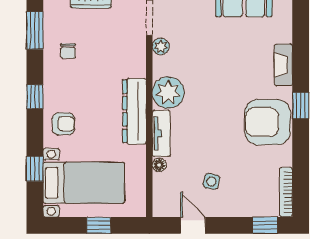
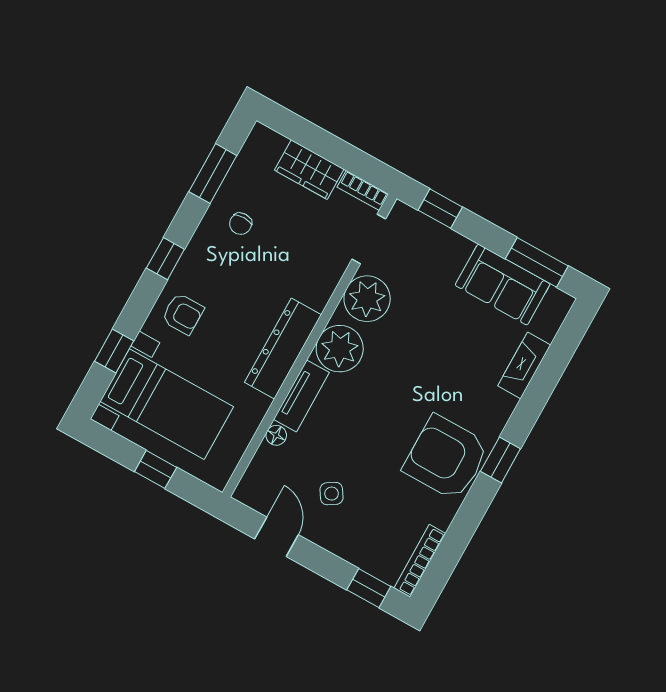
plant: (161, 46) -> (367, 299), width x1.87, depth x1.87
fireplace: (283, 65) -> (524, 365), moved
side table: (211, 181) -> (332, 494), turned 45

